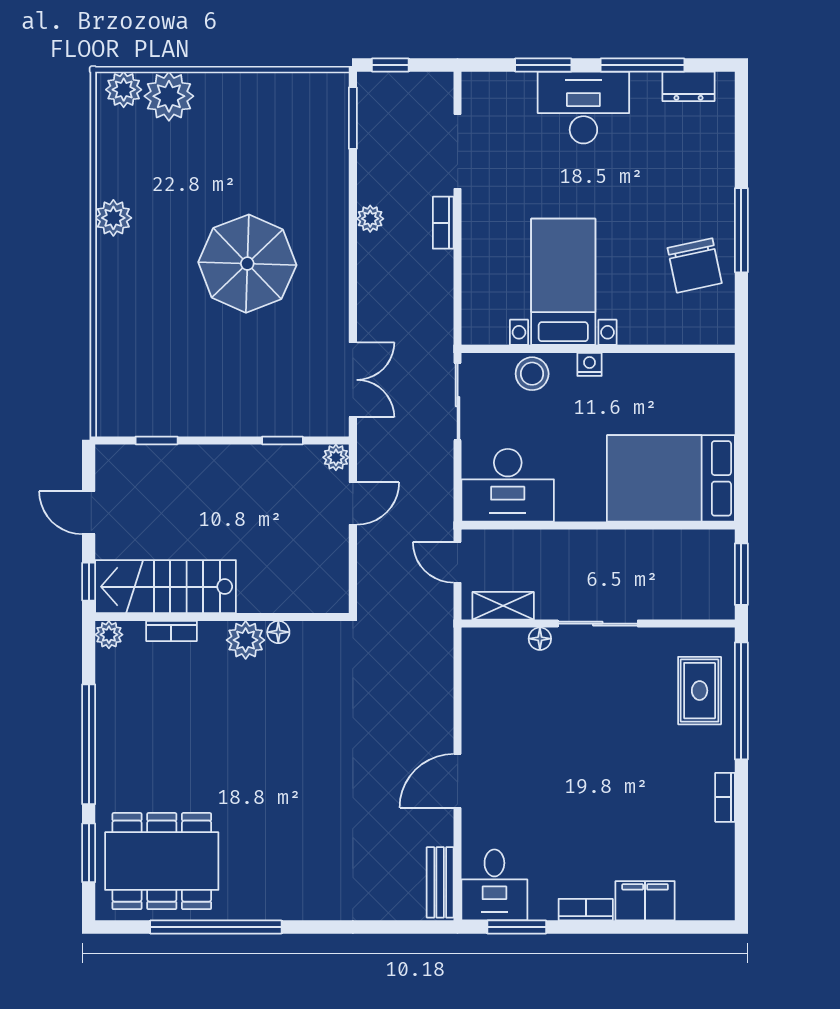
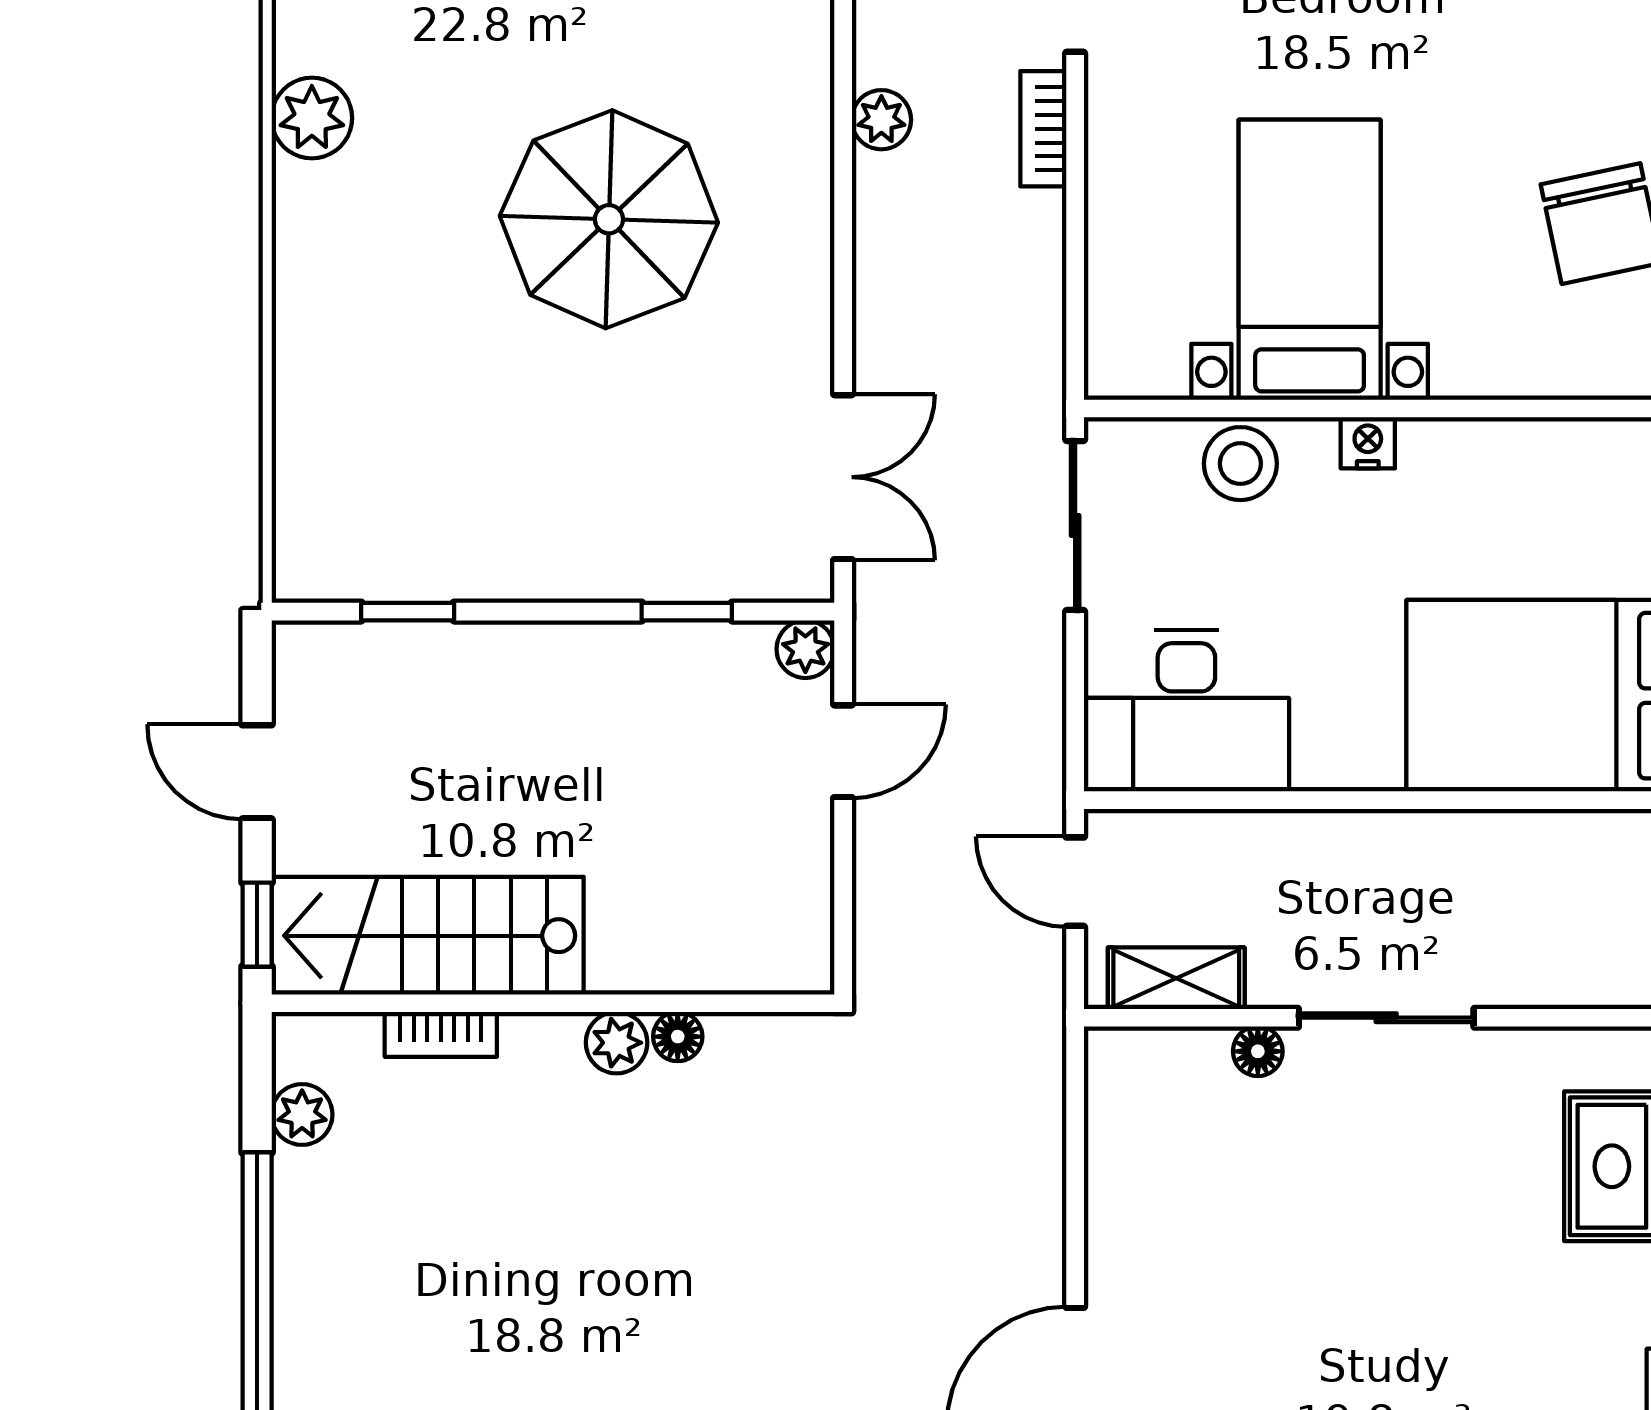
plant: (109, 635) -> (302, 1115), moved
plant: (246, 640) -> (617, 1043), width x0.73, depth x0.73

